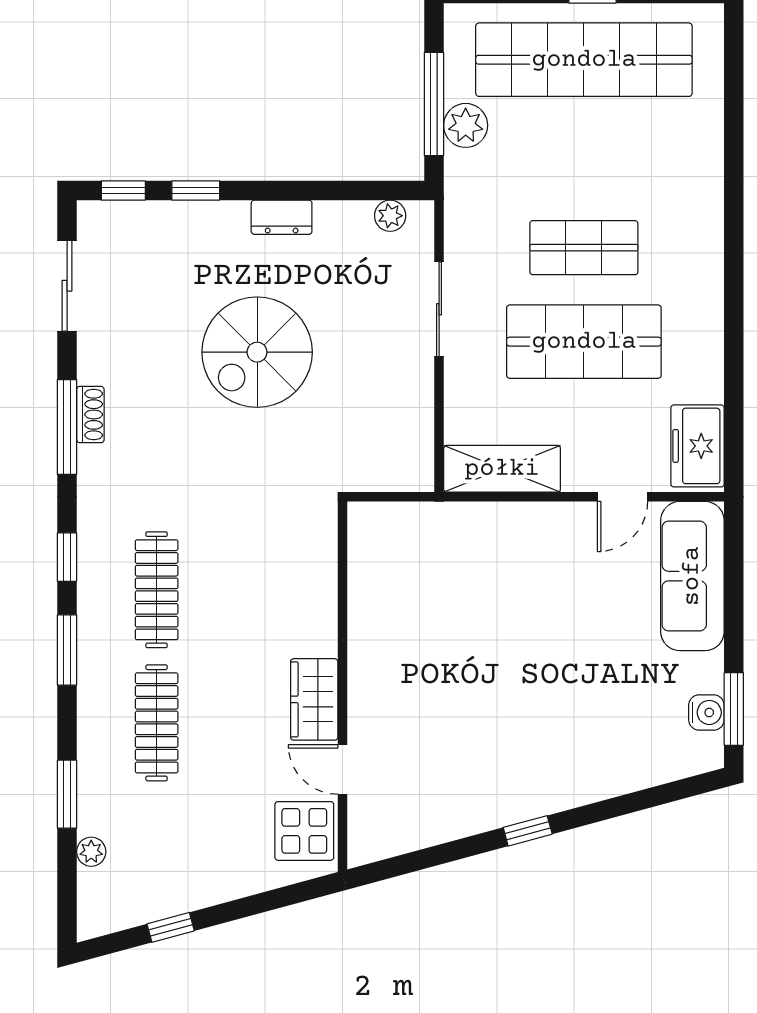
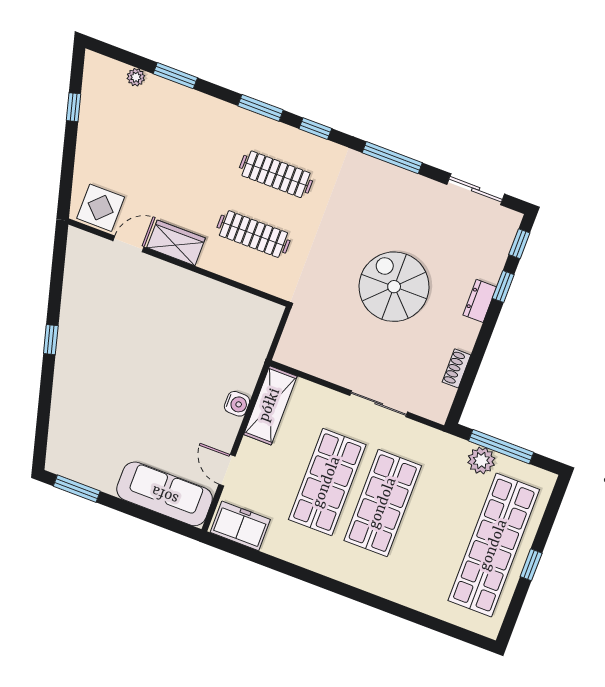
plant: (390, 216) -> (445, 396), removed
dresser: (282, 217) -> (480, 301), moved
shop shelf: (584, 248) -> (383, 503), width x1.43, depth x1.36
shoe rack: (90, 415) -> (456, 368), moved, turned 90
water cooler: (706, 712) -> (237, 404), moved, turned -90
clothes rail: (157, 723) -> (253, 234), moved

